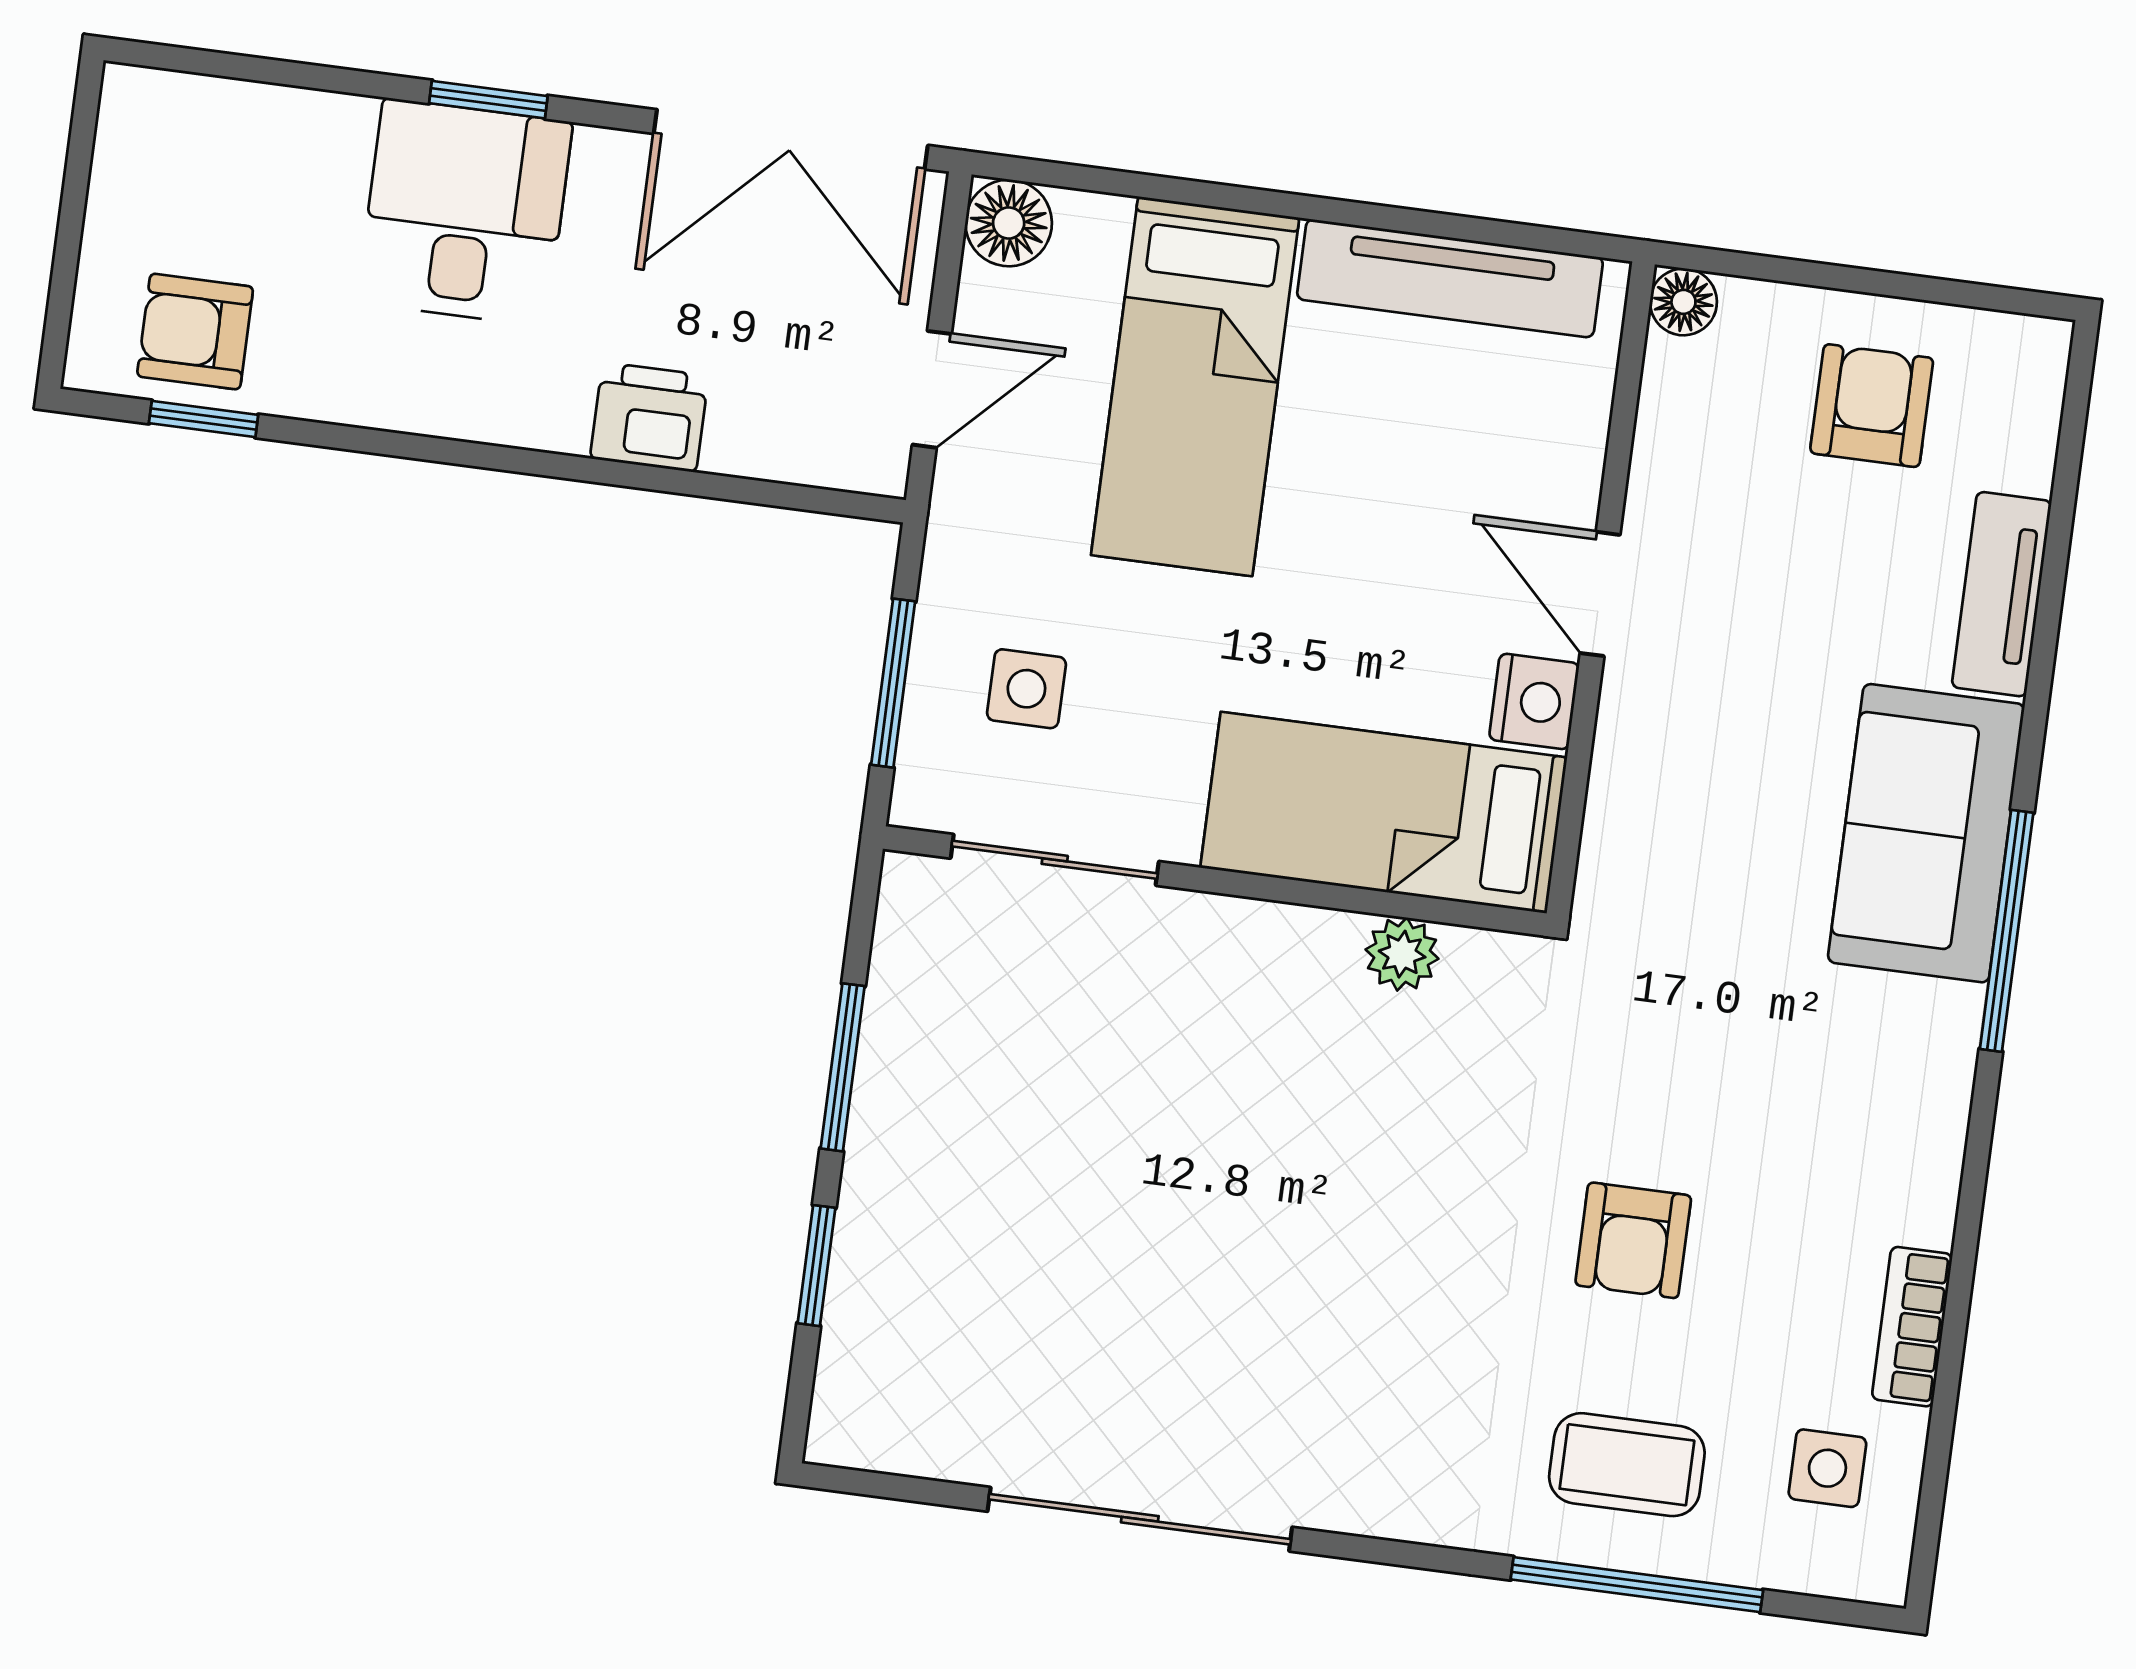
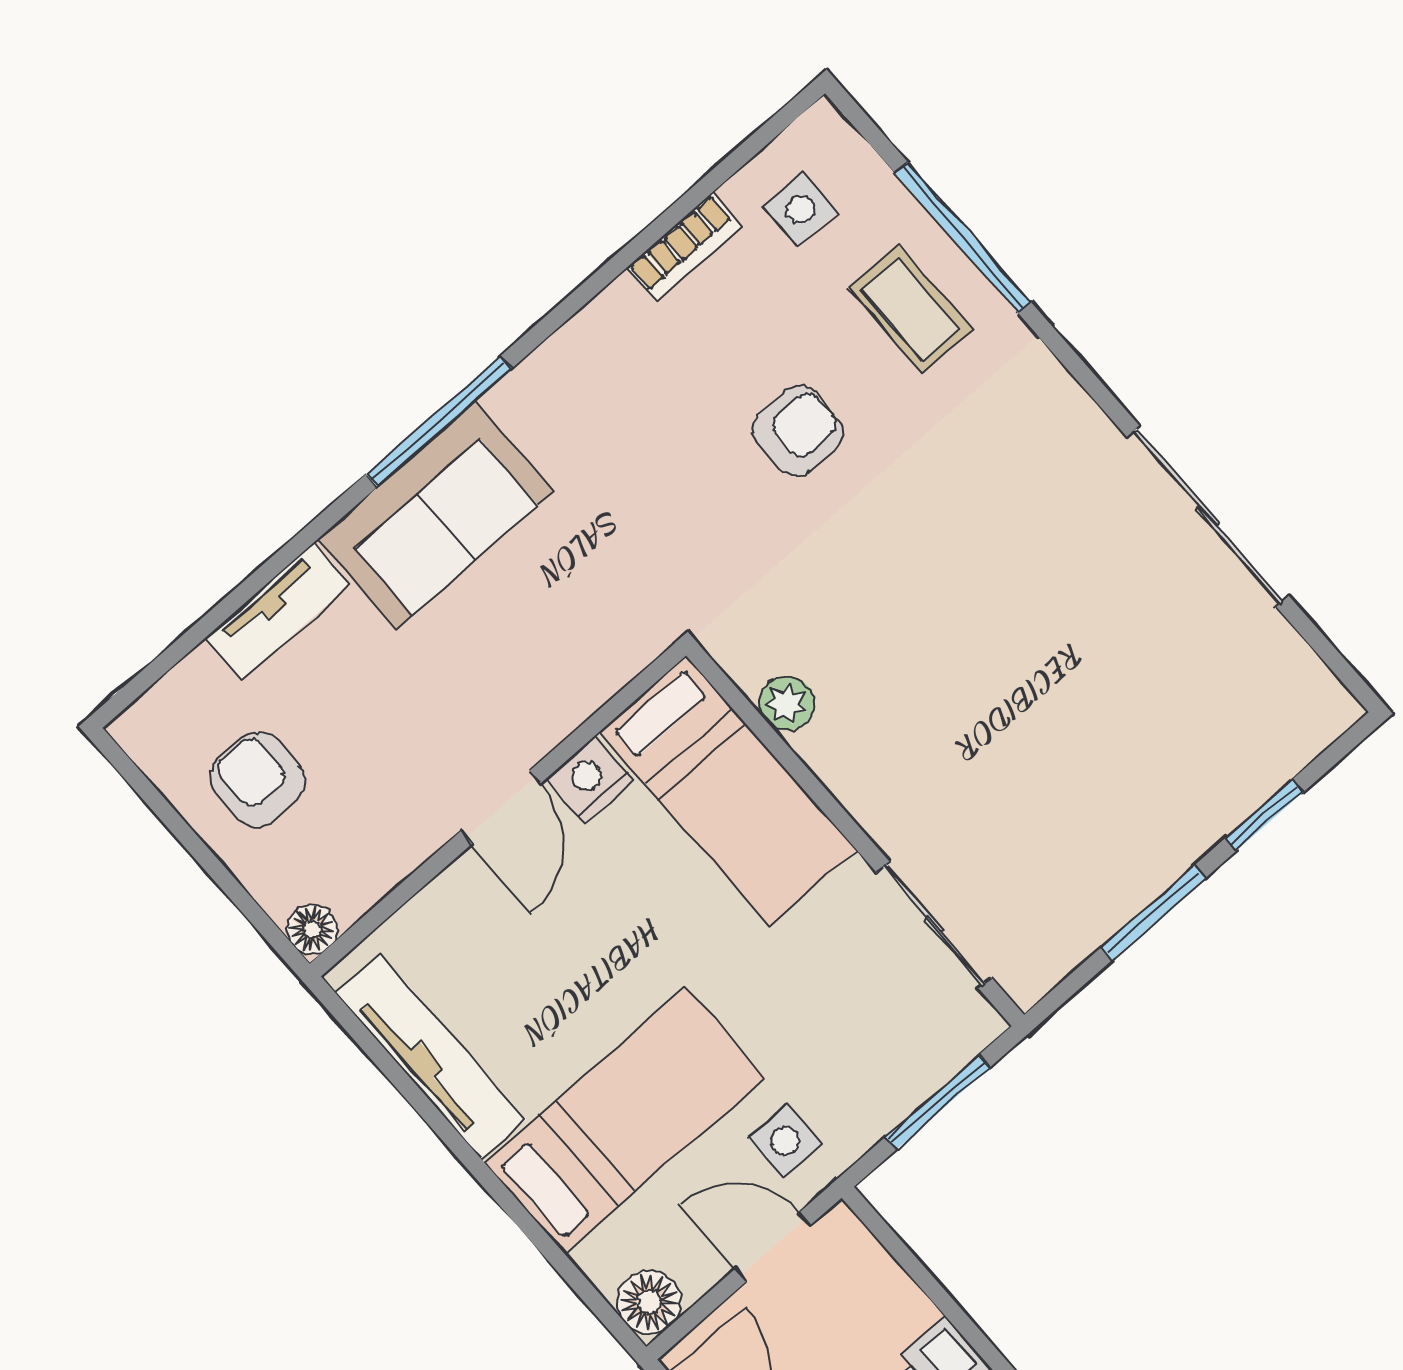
armchair: (1872, 406) -> (258, 780), turned 90
side table: (1026, 689) -> (785, 1141), moved

